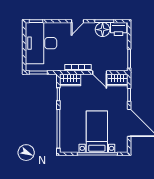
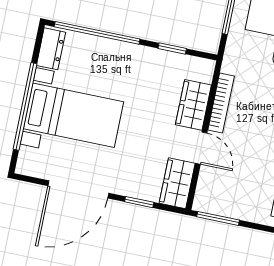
door: (100, 72) -> (201, 148), swing flipped
wardrobe: (70, 80) -> (193, 105), moved
dresser: (70, 148) -> (51, 49), added

